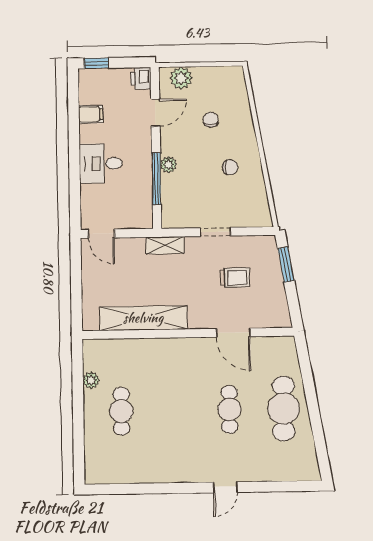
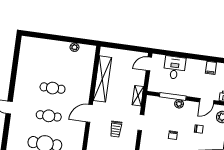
door: (155, 113) -> (207, 101), hinge flipped
desk: (101, 163) -> (175, 68), moved
door: (233, 333) -> (89, 113), moved
cafe table: (121, 411) -> (53, 88), moved

